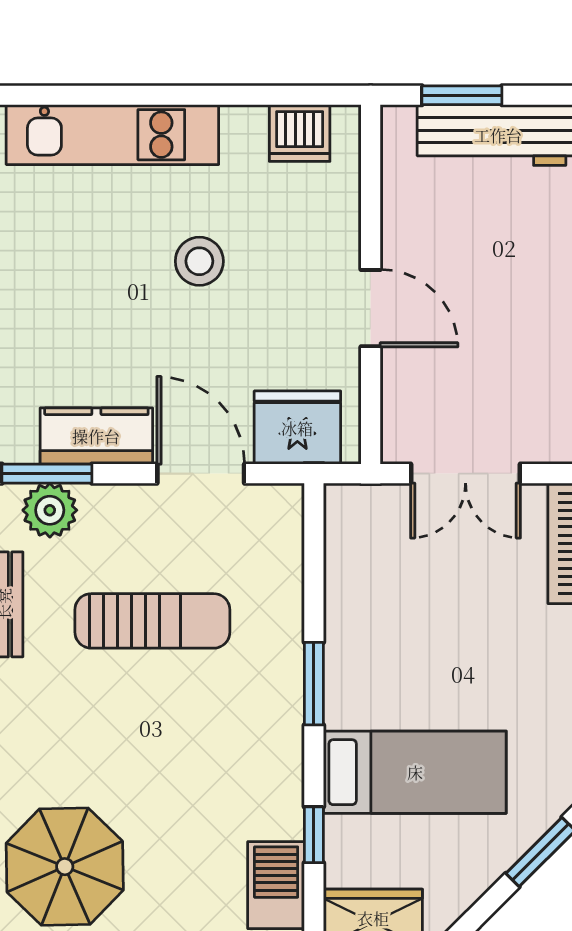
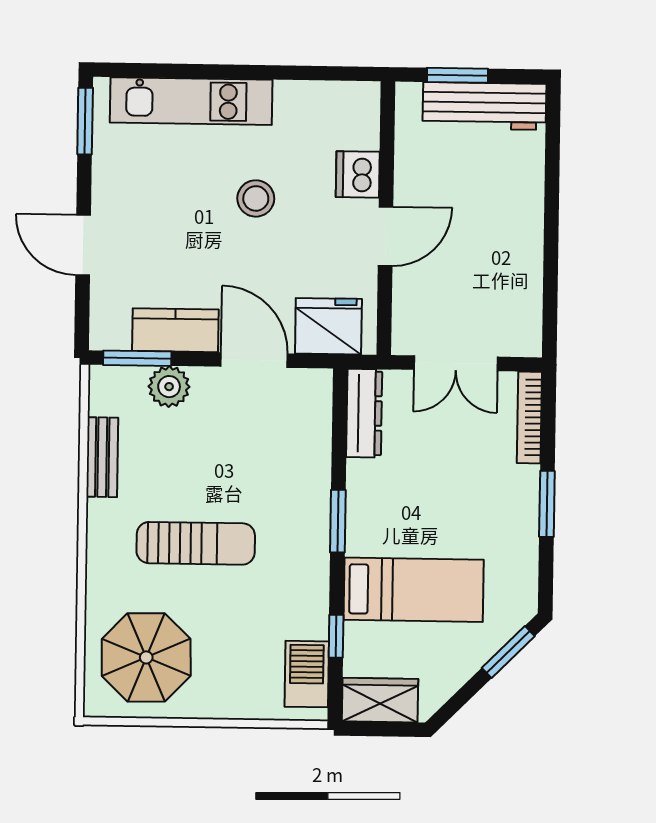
dishwasher: (300, 133) -> (358, 174), moved, turned 90
door: (371, 308) -> (386, 236), hinge flipped
plant: (50, 510) -> (169, 387), moved
dresser: (346, 541) -> (364, 413), added
sun lounger: (152, 621) -> (196, 543), moved

